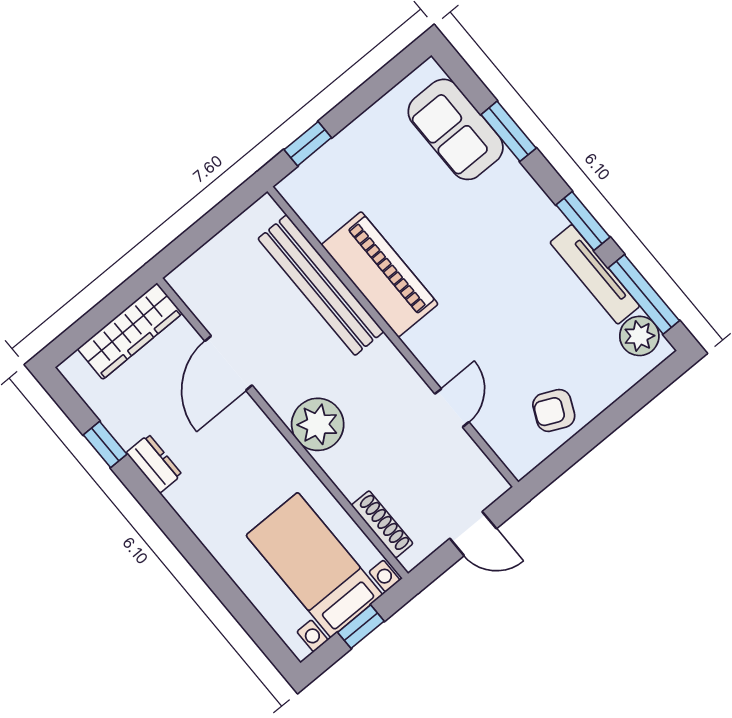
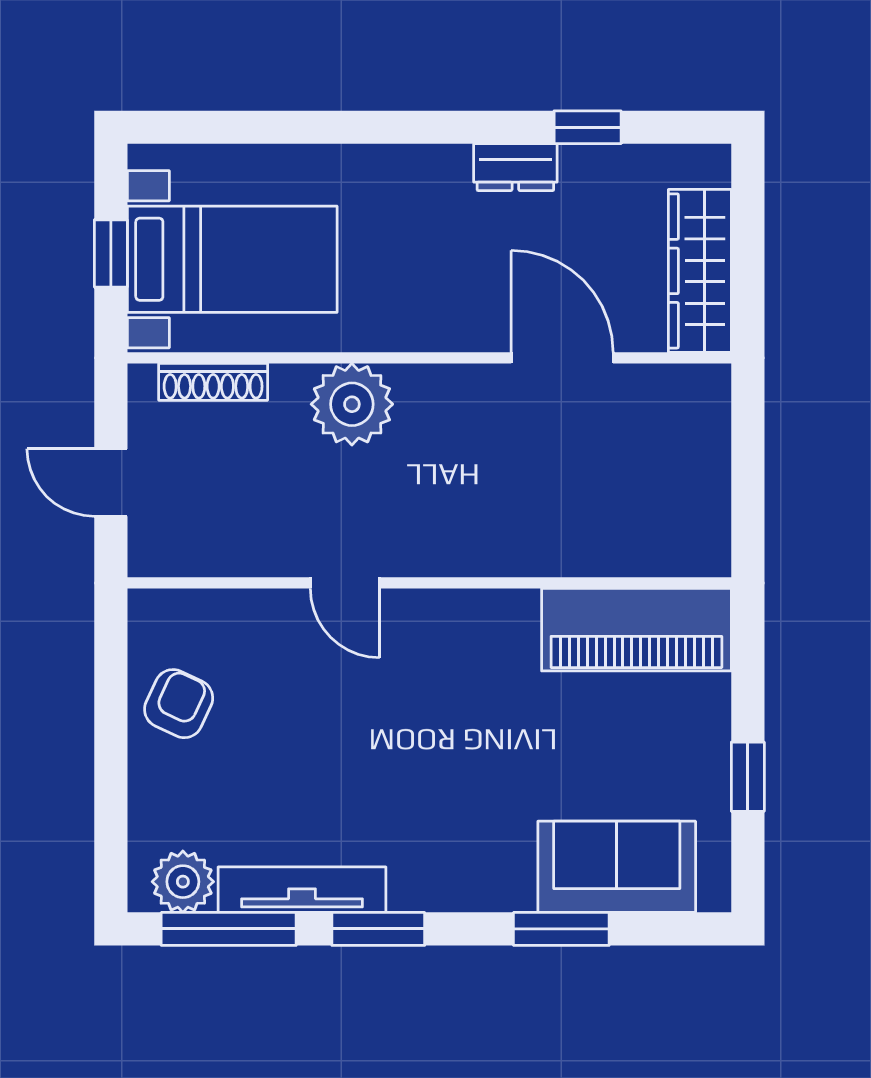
window: (308, 144) -> (748, 777), moved
piano: (380, 274) -> (636, 630), moved
bench: (321, 285) -> (564, 548), removed
door: (452, 408) -> (345, 583), moved
plant: (318, 424) -> (352, 404), moved
door: (473, 534) -> (111, 483), hinge flipped

